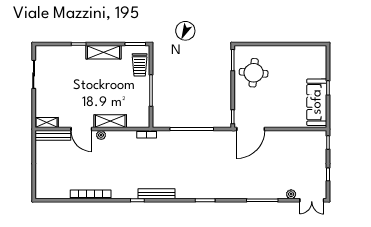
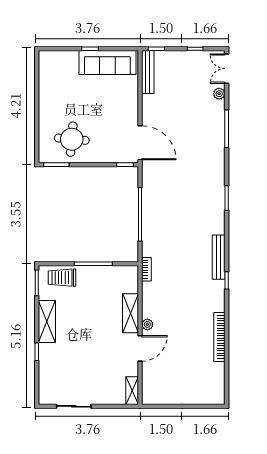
trolley: (140, 65) -> (62, 278), turned 180
bench: (53, 135) -> (148, 72), moved
double door: (312, 200) -> (227, 69), swing flipped

